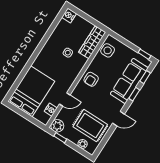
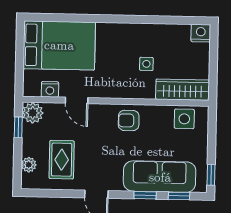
rug: (90, 126) -> (62, 160), width x0.73, depth x0.70

